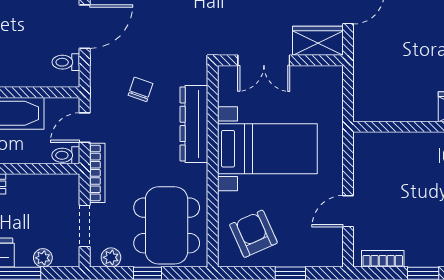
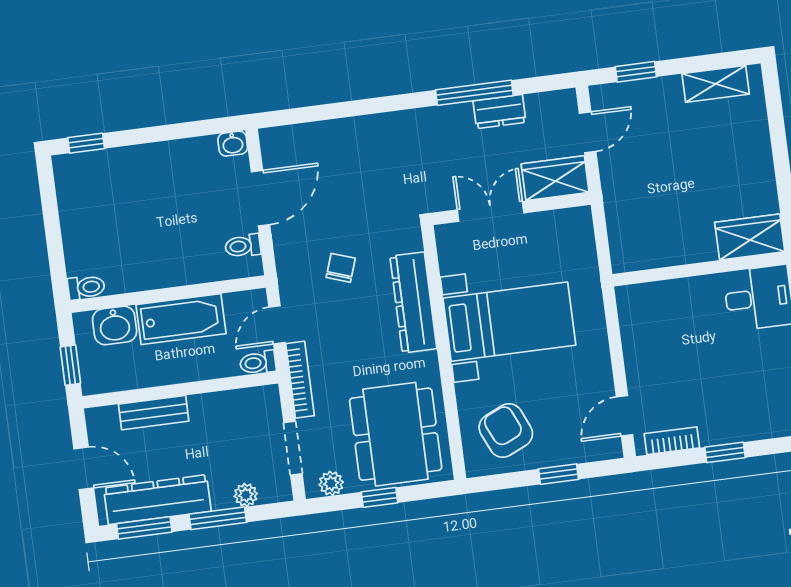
double door: (264, 60) -> (491, 211), swing flipped
door: (348, 211) -> (624, 416), moved

